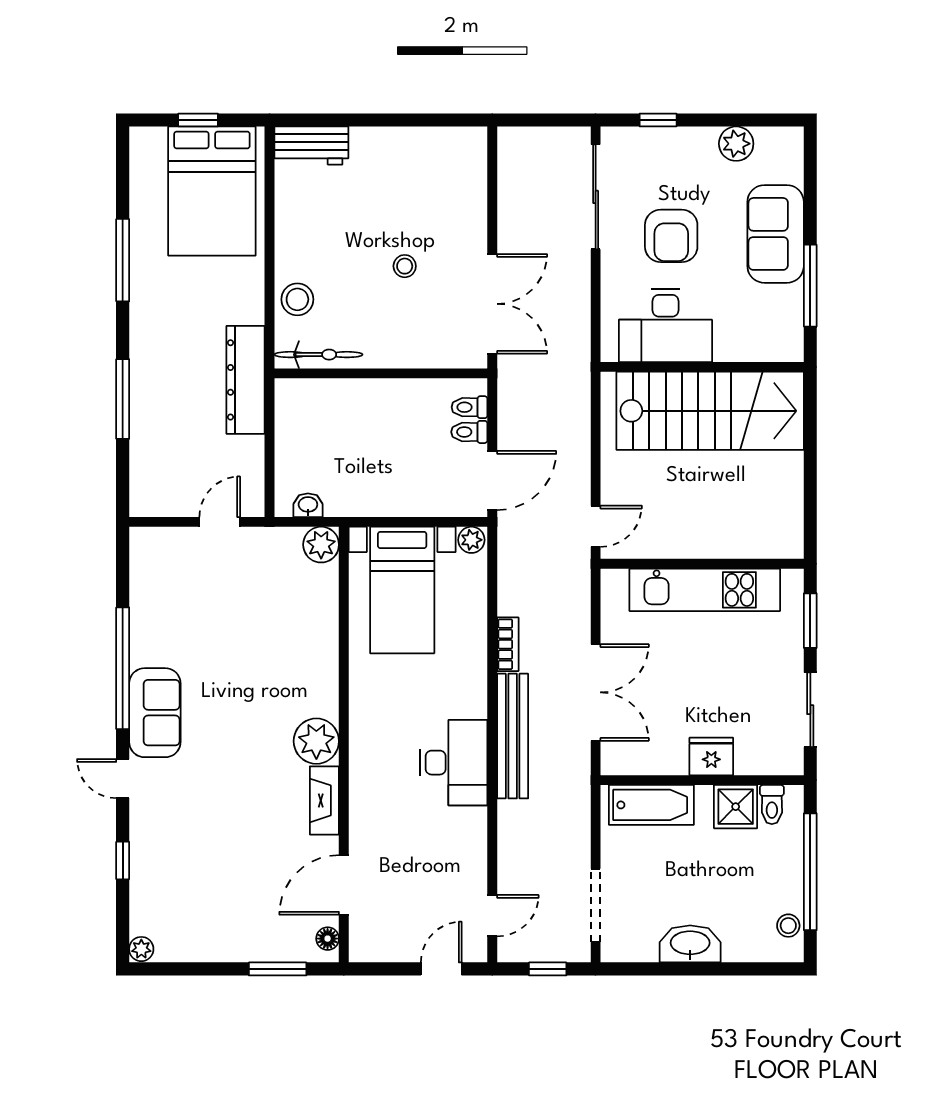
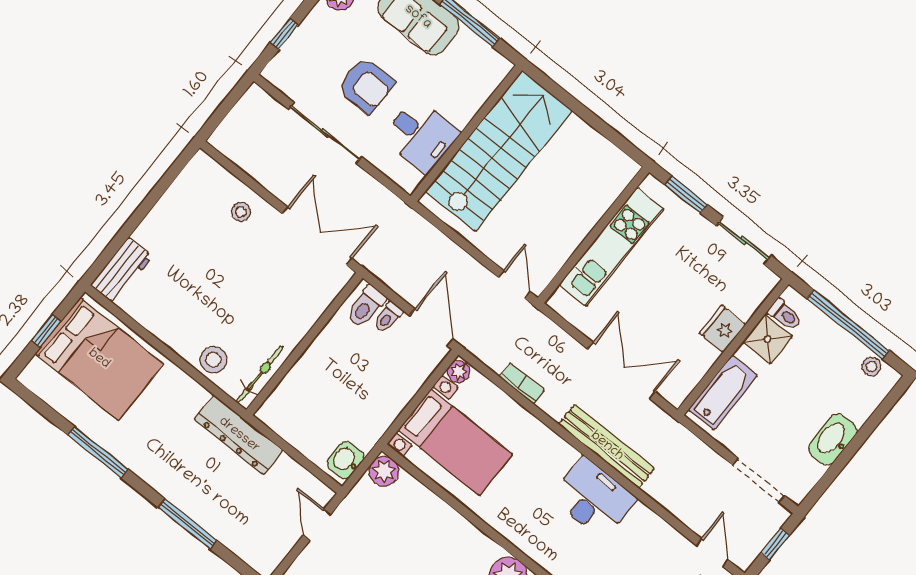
sliding door: (596, 197) -> (325, 133), moved
stool: (405, 266) -> (241, 212), moved
desk: (666, 325) -> (421, 135), width x0.73
toilet: (469, 407) -> (366, 307), width x1.37, depth x1.39
washbasin: (308, 505) -> (345, 460), width x1.38, depth x1.45
bookcase: (508, 644) -> (522, 383), moved

